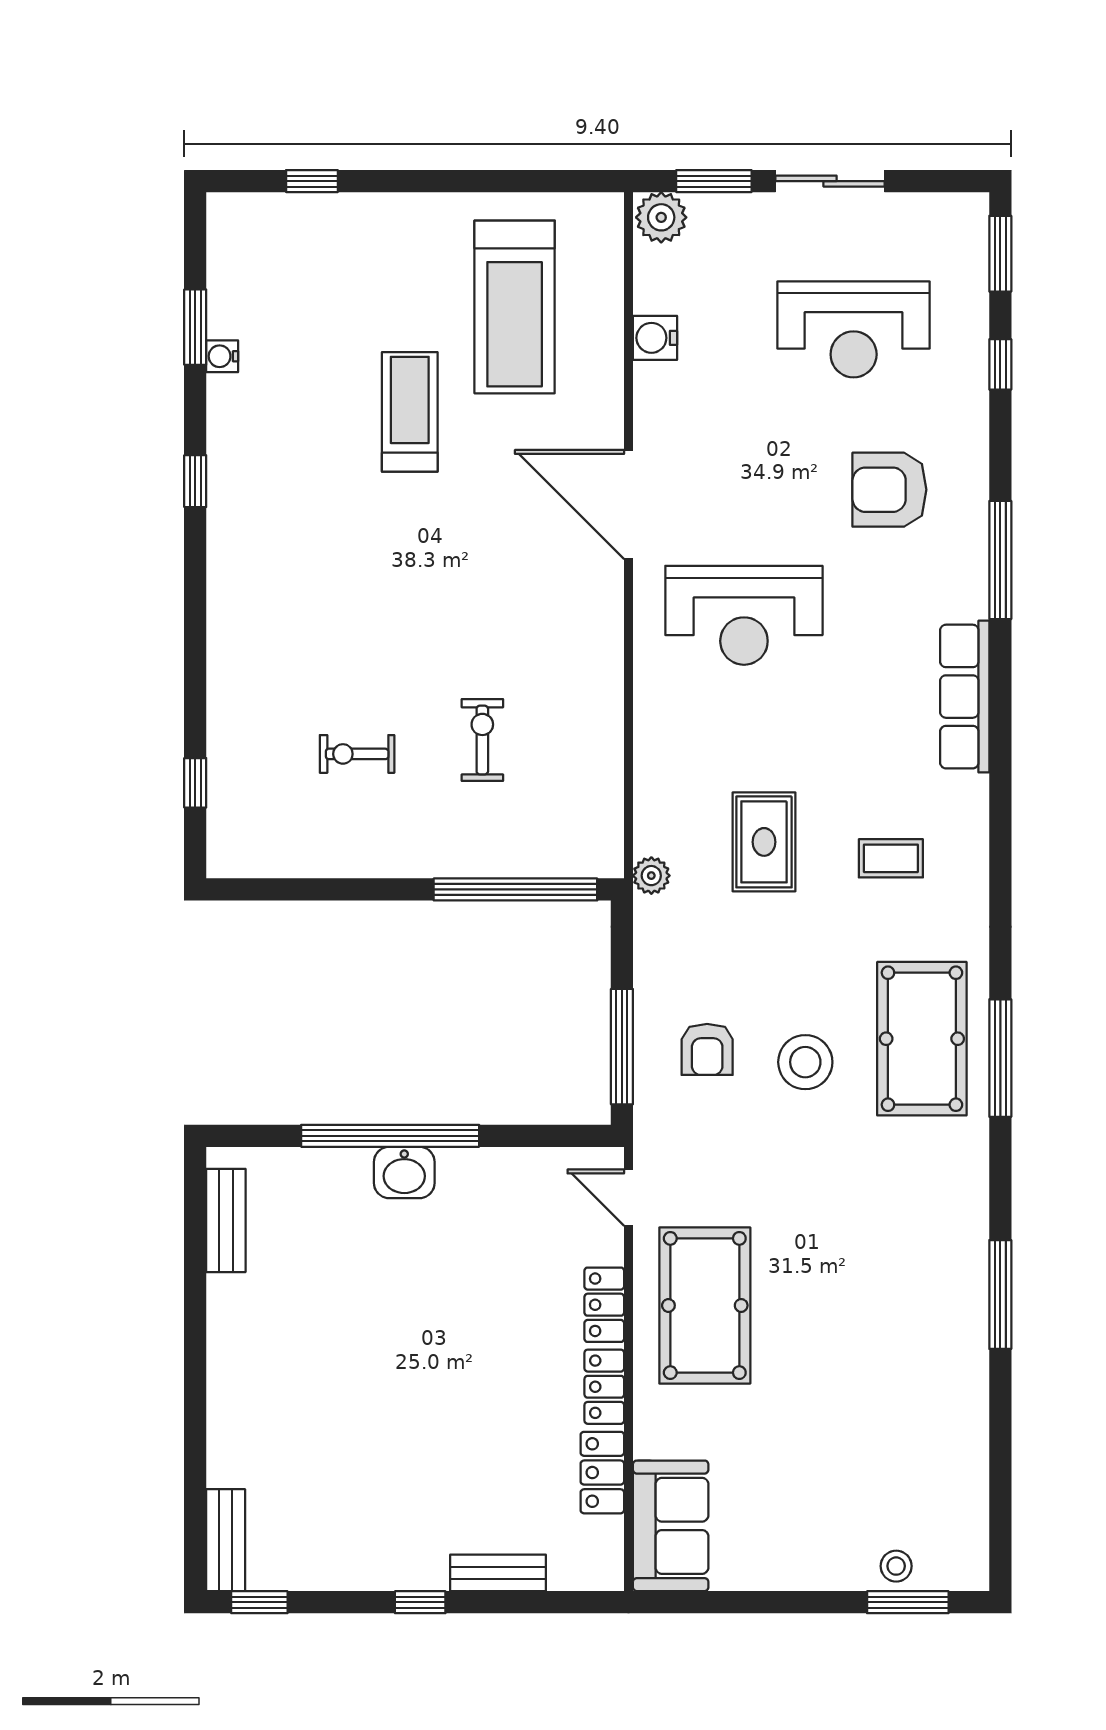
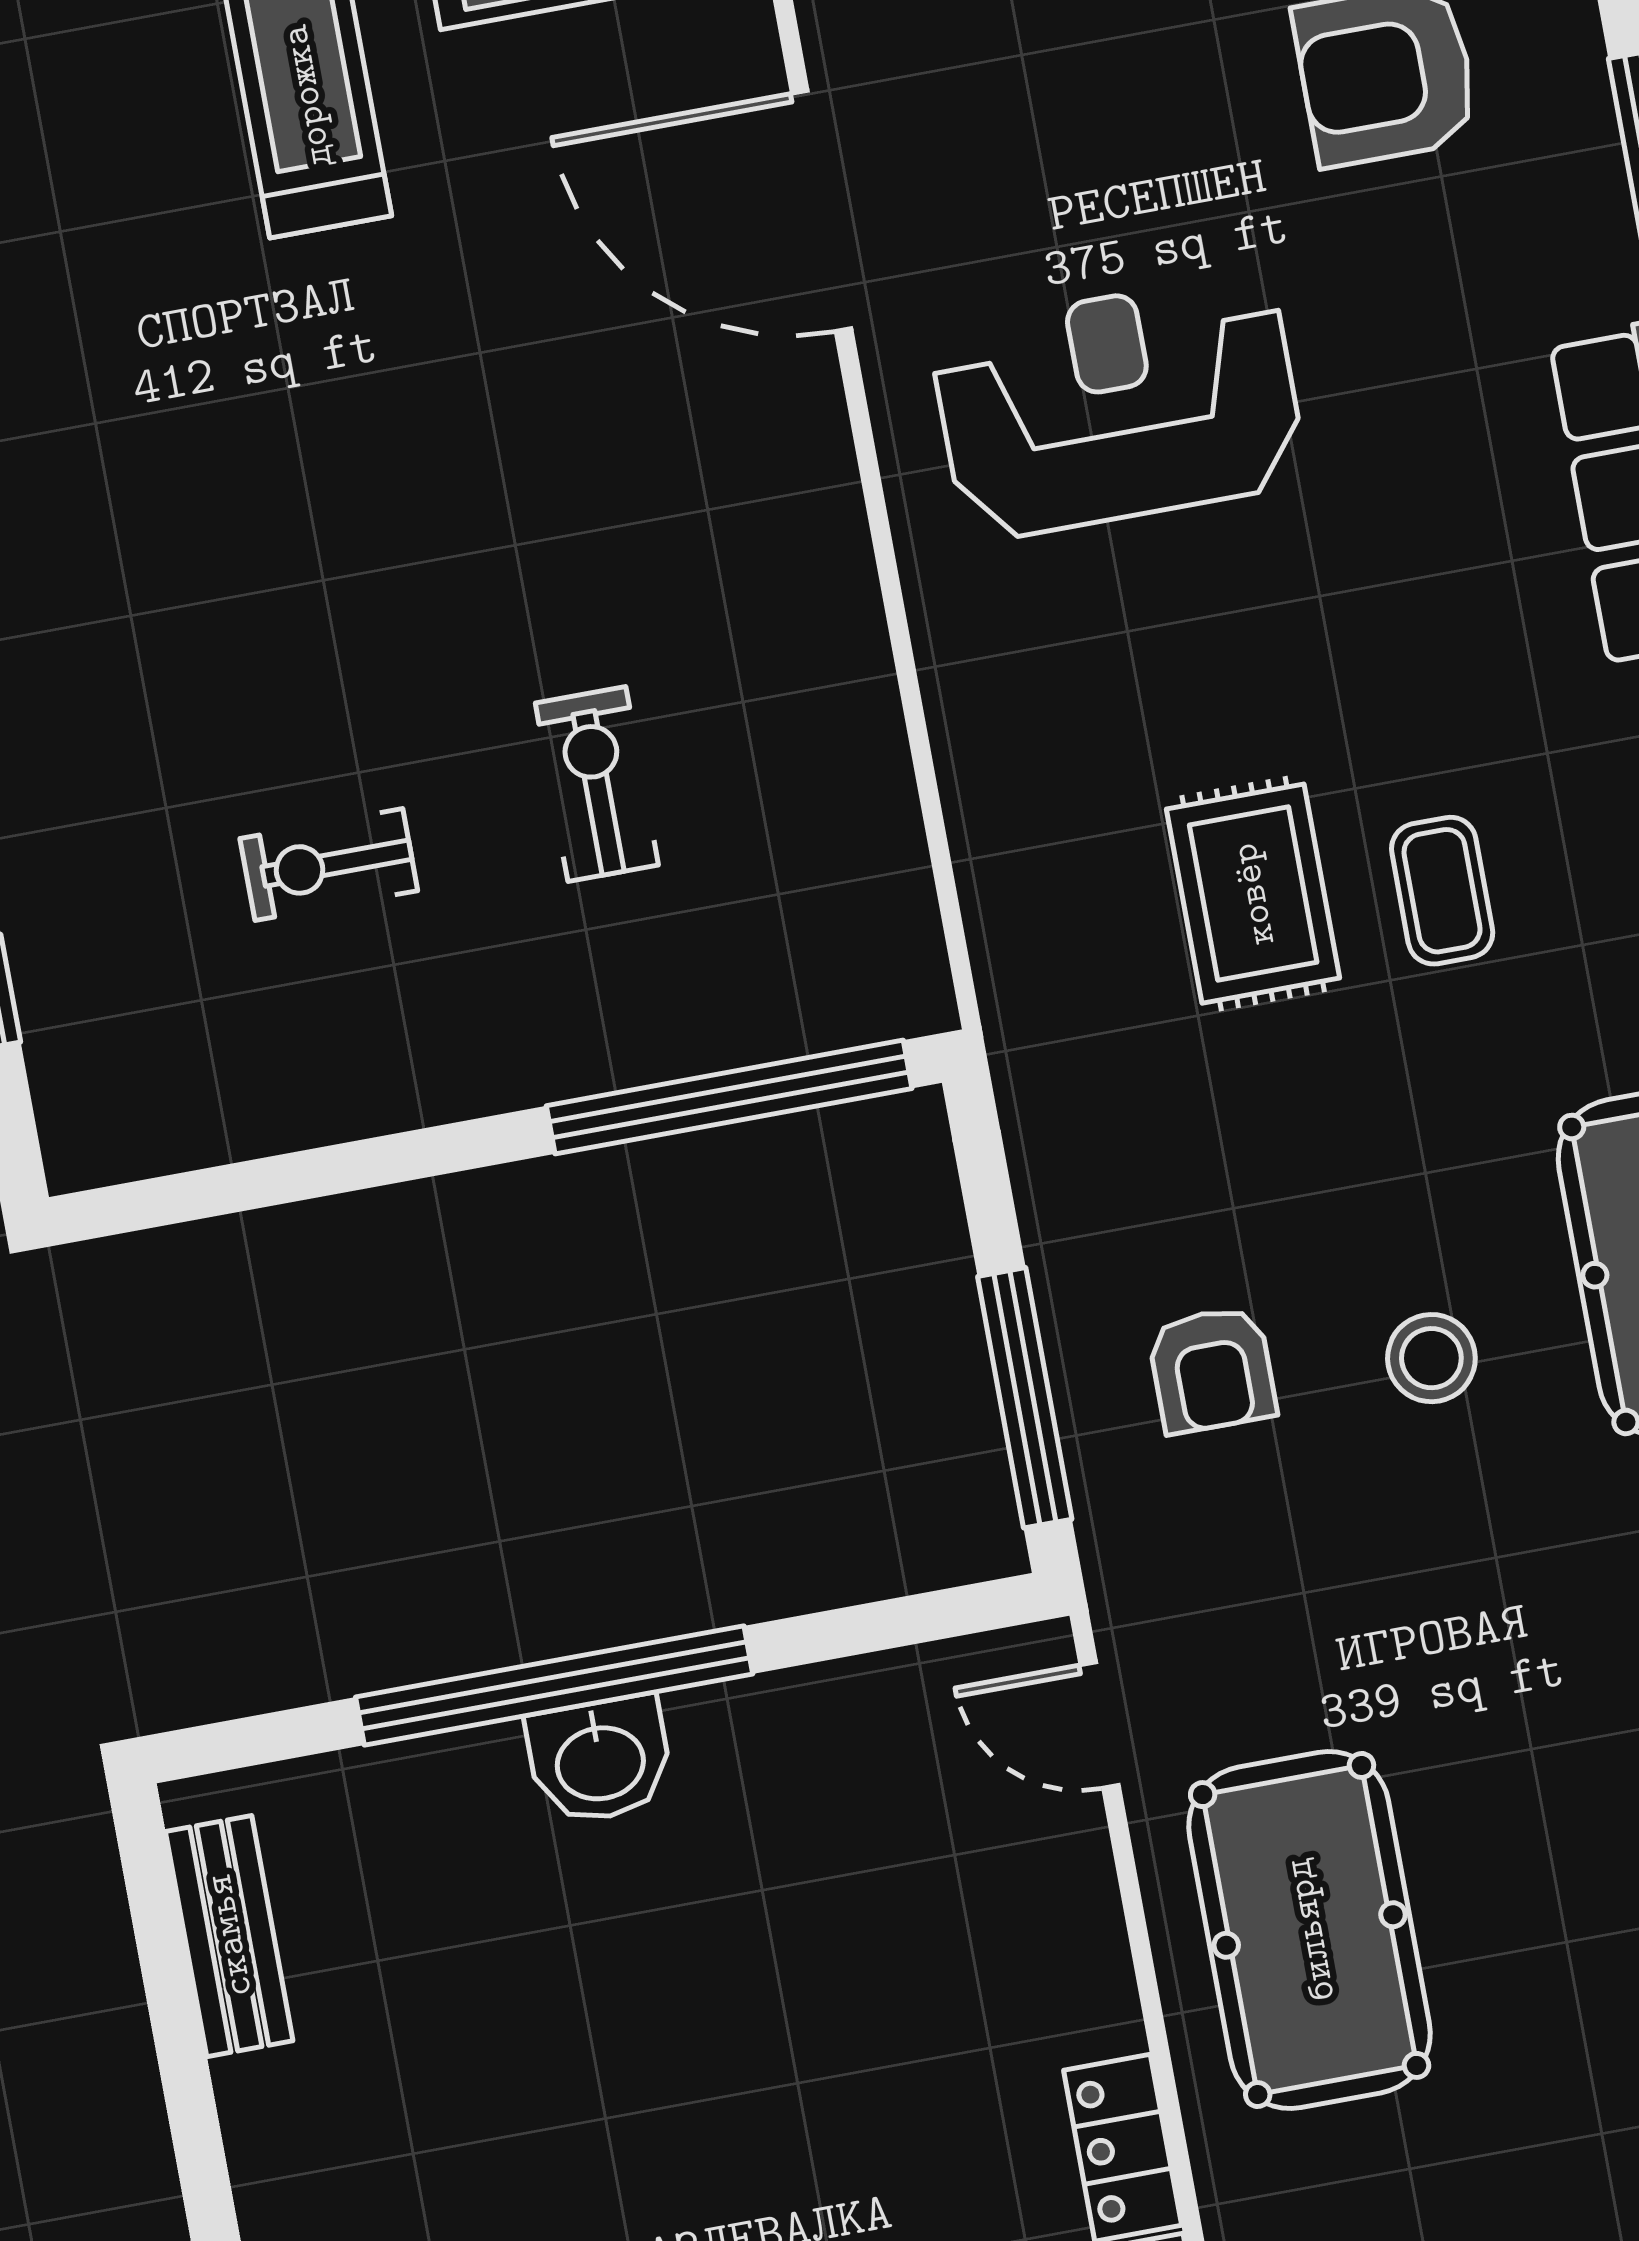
reception desk: (744, 615) -> (1118, 407), turned 180
coffee table: (891, 858) -> (1442, 891), moved, turned 90
plant: (651, 876) -> (1020, 1012), removed
stool: (805, 1062) -> (1431, 1358), width x0.73, depth x0.73
locker: (604, 1305) -> (1090, 1969), removed

